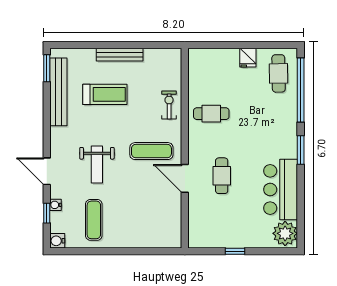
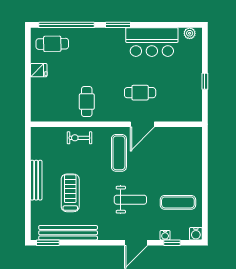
plant: (285, 233) -> (190, 33), width x0.53, depth x0.53

